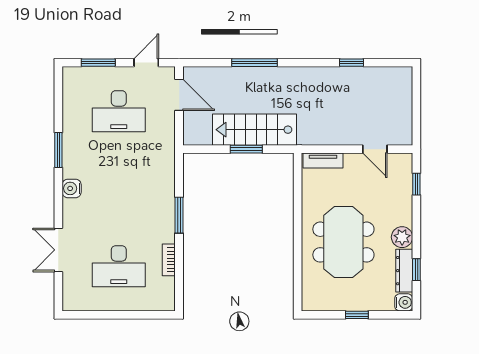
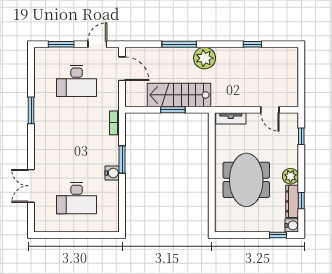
plant: (288, 81) -> (205, 58), added
water cooler: (72, 188) -> (112, 173), moved, turned 180
bookcase: (169, 260) -> (114, 123), moved
window: (357, 315) -> (278, 235), moved

